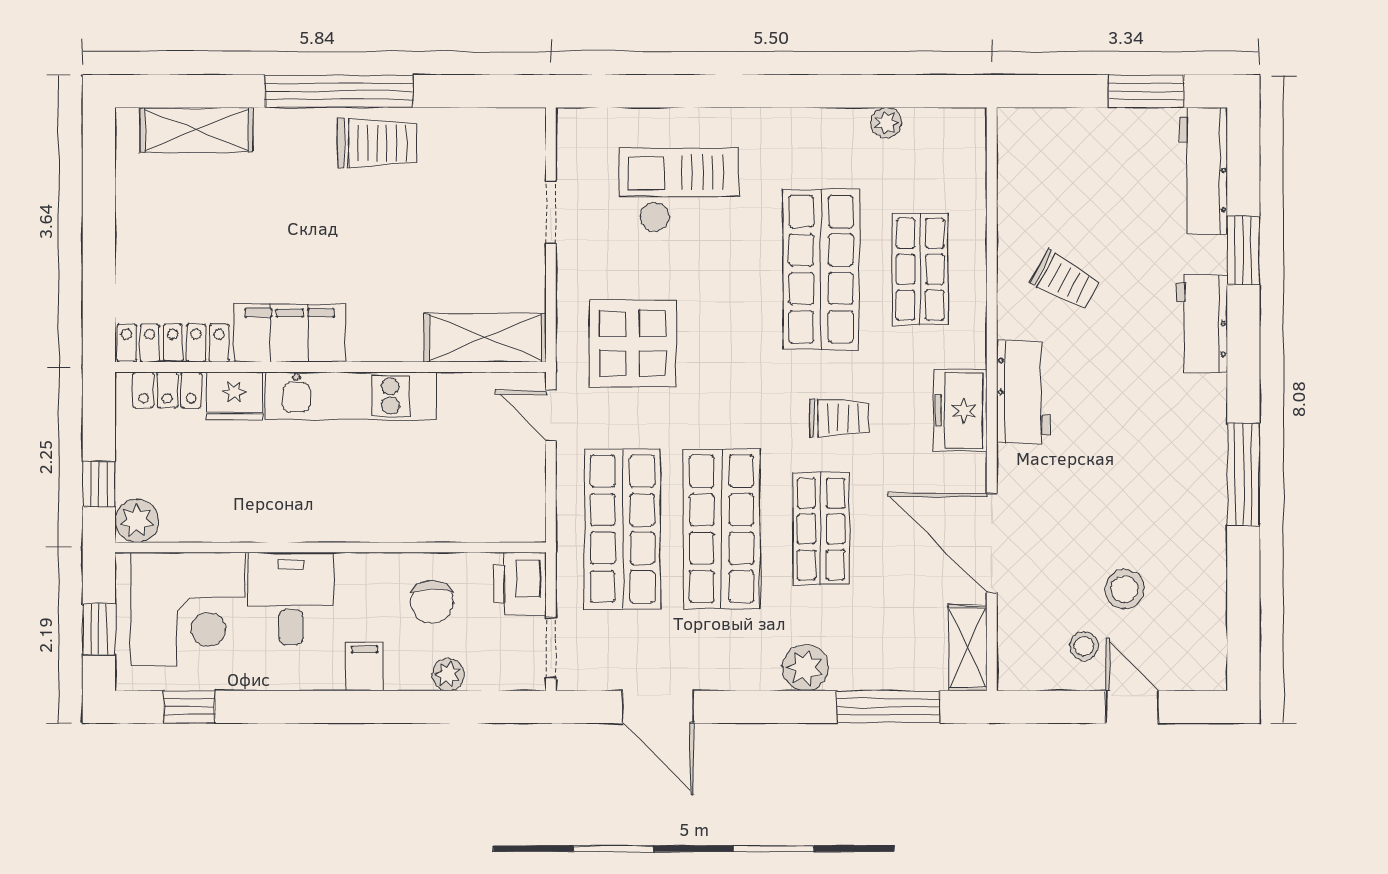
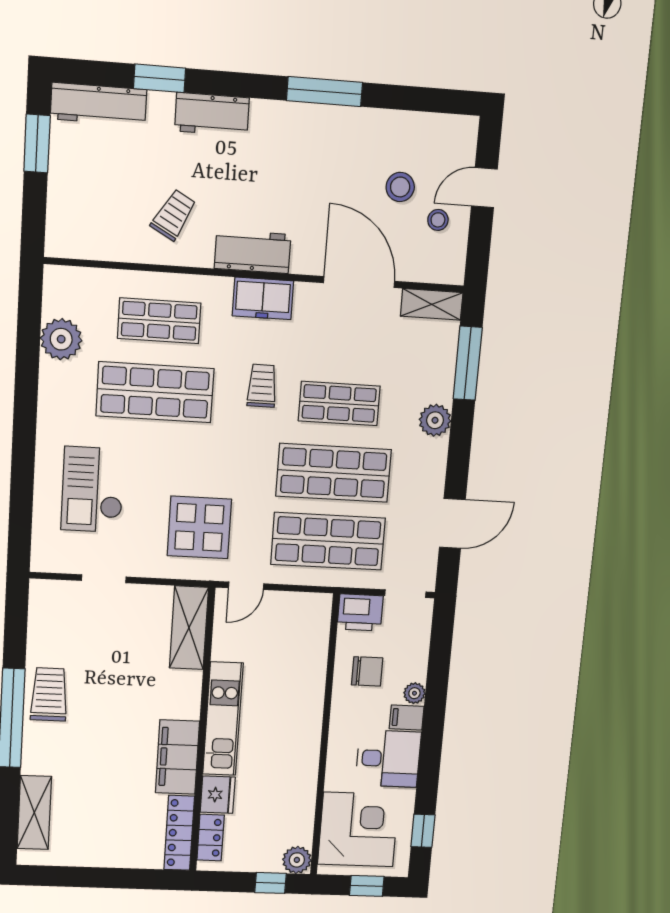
plant: (886, 123) -> (61, 339), width x1.88, depth x1.88
door: (992, 543) -> (359, 282), swing flipped
desk: (291, 598) -> (388, 759), moved, turned 180
plant: (448, 675) -> (414, 693), moved

